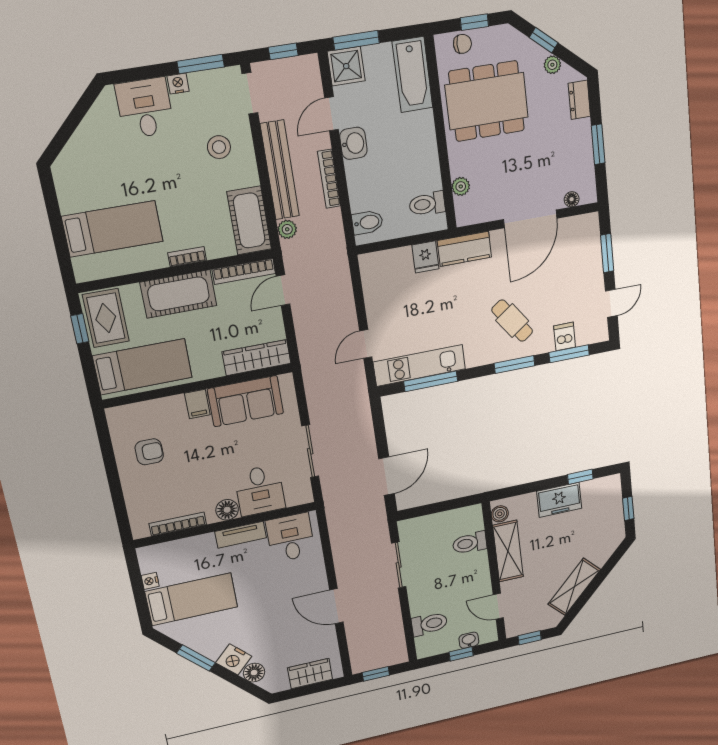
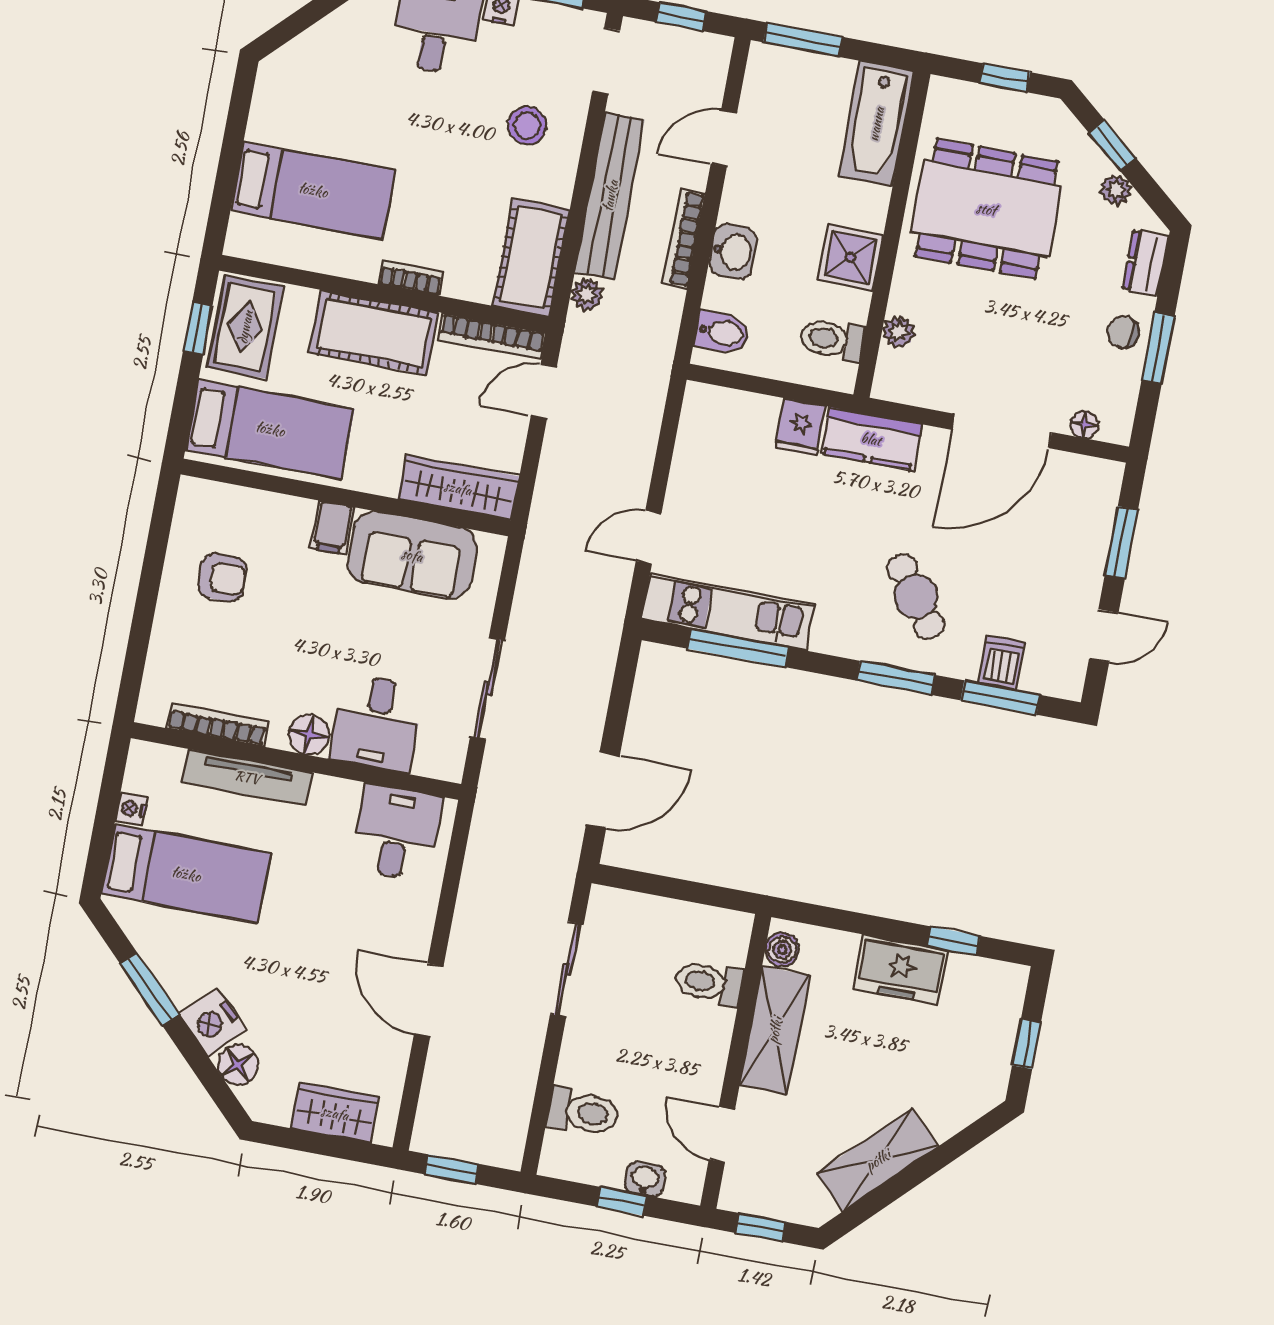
chair: (462, 44) -> (1123, 332), moved, turned 180
shower: (346, 66) -> (851, 257), moved
washbasin: (353, 143) -> (733, 251), moved
tv unit: (241, 535) -> (247, 777), moved, width x1.41

